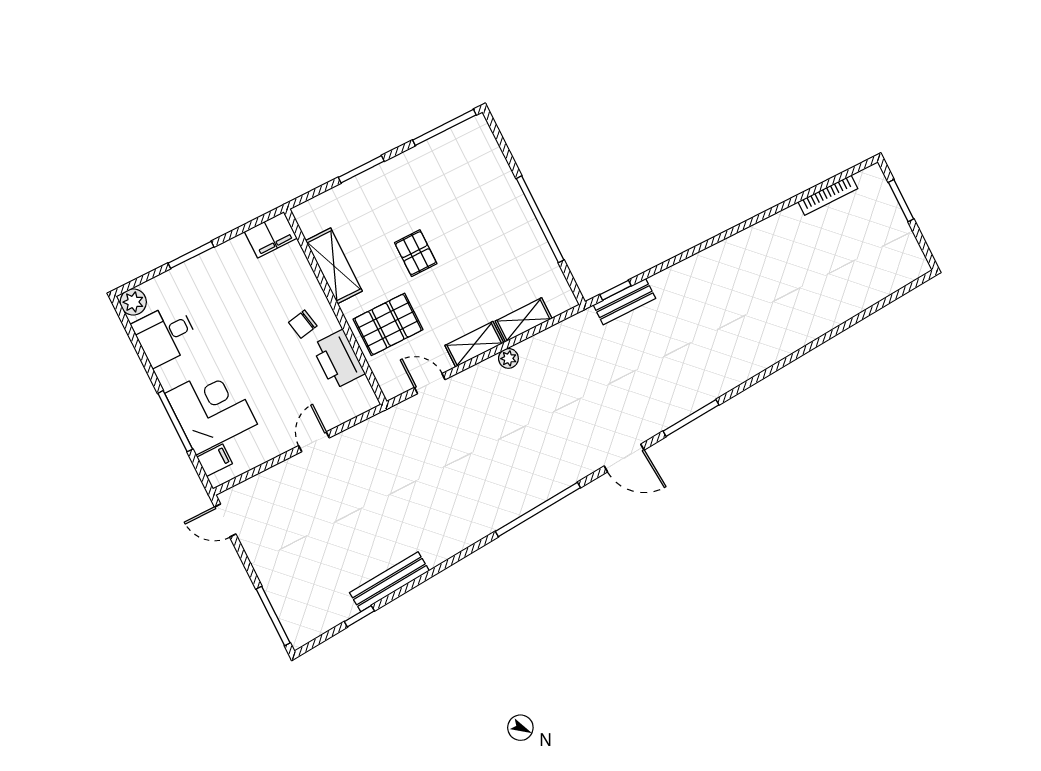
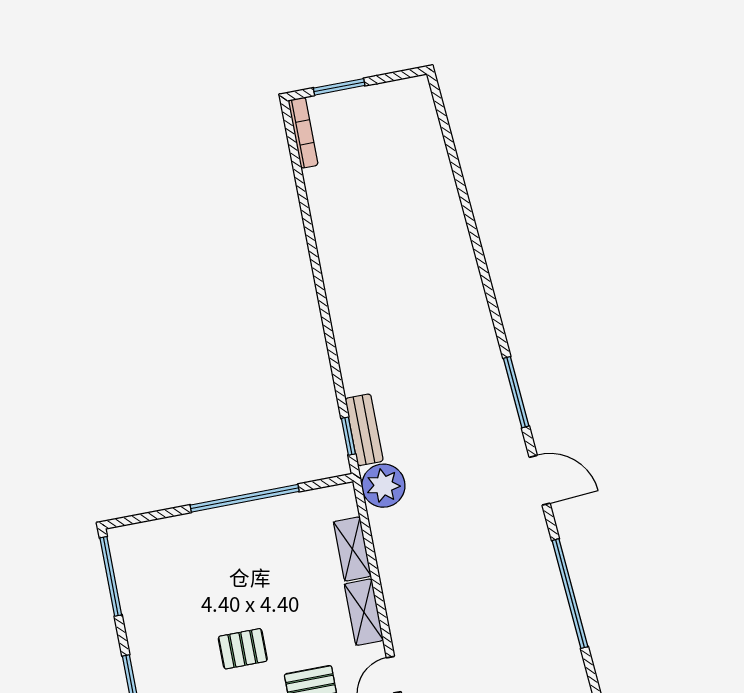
bookcase: (828, 195) -> (303, 133), moved
plant: (508, 358) -> (383, 486), moved, width x1.87, depth x1.87
door: (624, 458) -> (540, 480), hinge flipped

